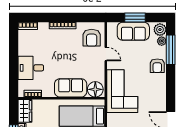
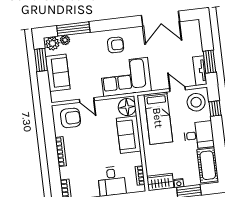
window: (135, 17) -> (41, 60), moved
door: (106, 54) -> (87, 100), swing flipped
armchair: (157, 66) -> (116, 45), moved

